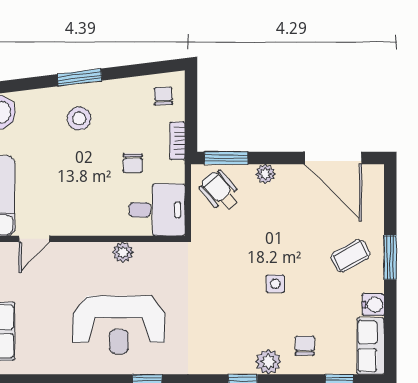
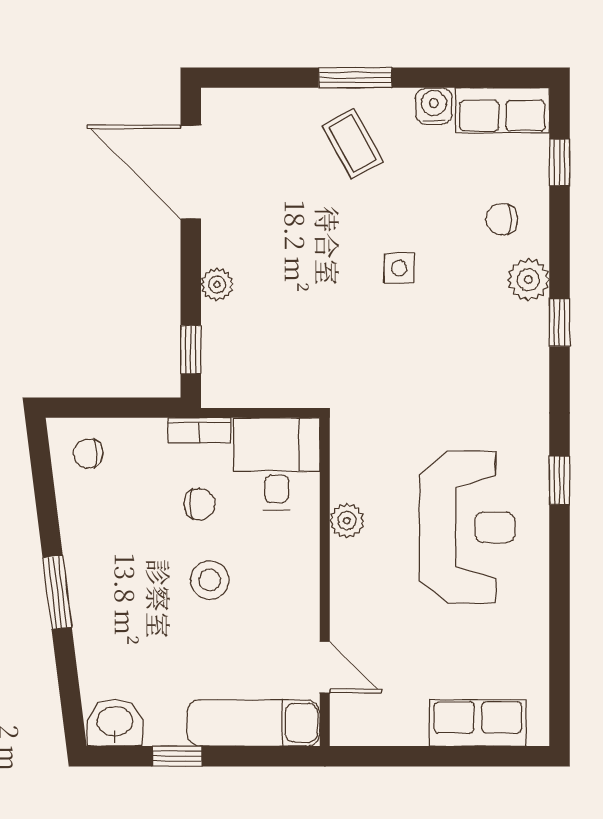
stool: (79, 118) -> (210, 580), moved
bookcase: (177, 141) -> (199, 430), moved
window: (226, 158) -> (191, 350), width x0.67
door: (333, 158) -> (191, 172), swing flipped
wheelchair: (220, 191) -> (246, 360), removed

